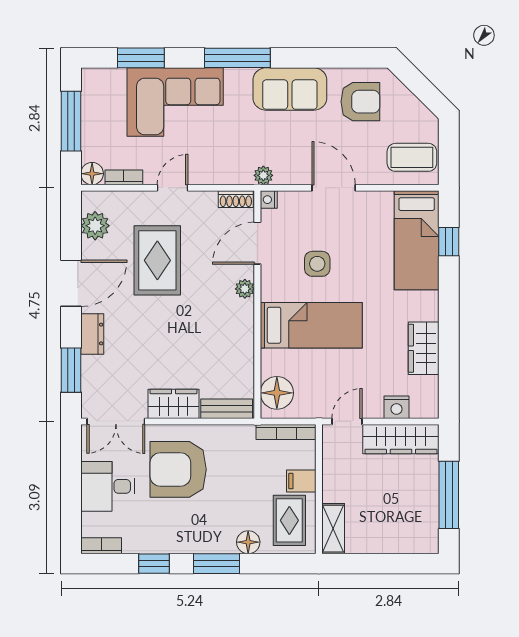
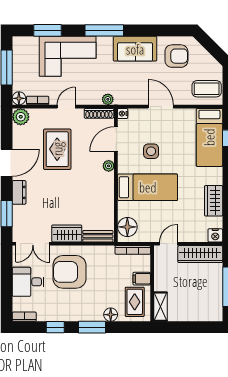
plant: (263, 175) -> (108, 99), moved
shoe rack: (236, 199) -> (99, 113), width x1.43
plant: (95, 226) -> (21, 117), moved
nightstand: (396, 407) -> (215, 235), moved

